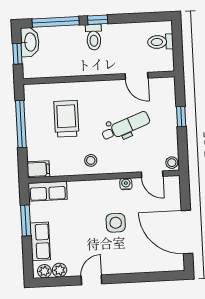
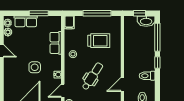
toilet: (94, 37) -> (147, 76), moved
dental chair: (126, 126) -> (92, 76), turned -126
row of seats: (48, 191) -> (56, 43), moved

